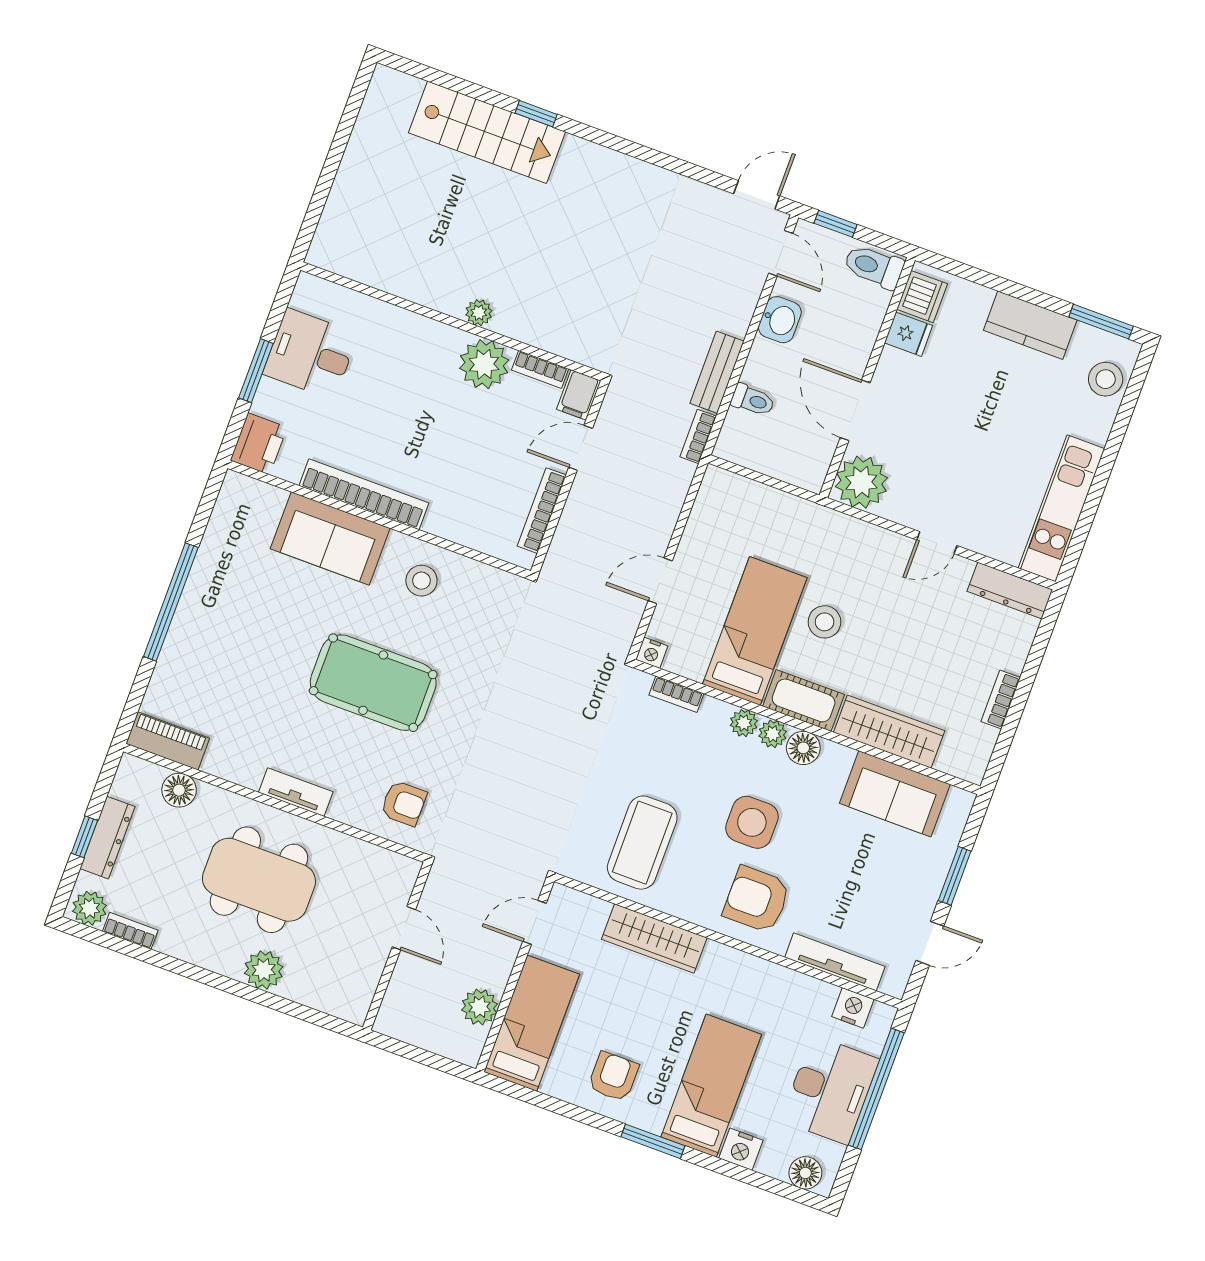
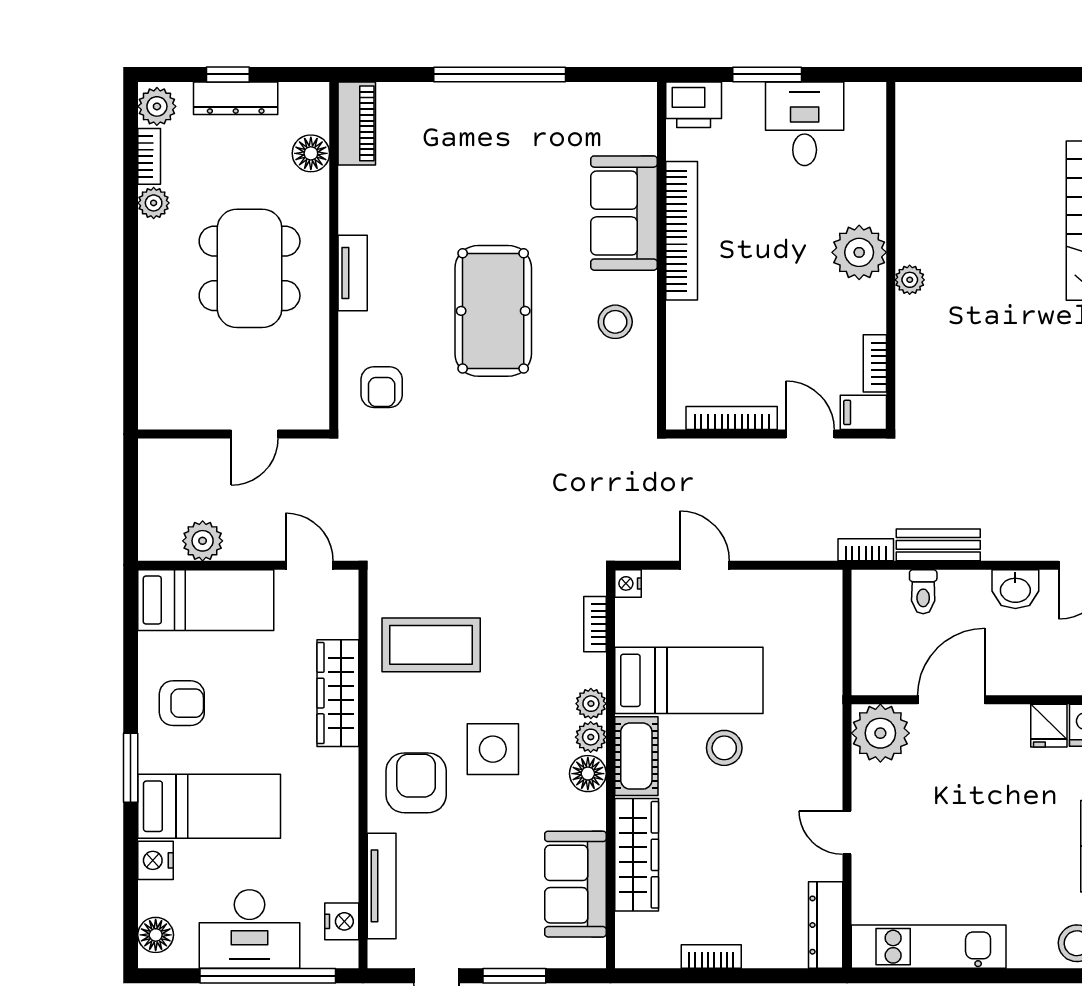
plant: (484, 364) -> (859, 252), moved
plant: (264, 970) -> (154, 203), moved, width x0.73, depth x0.73

